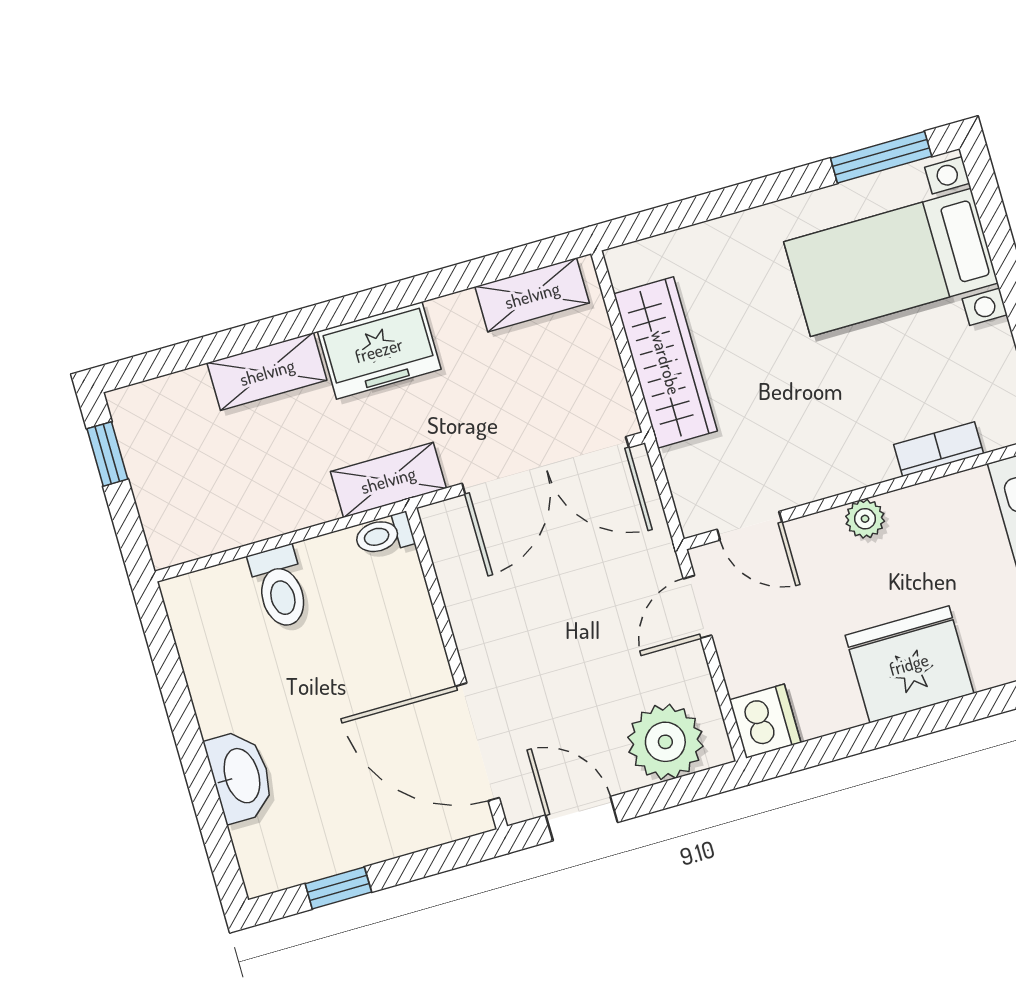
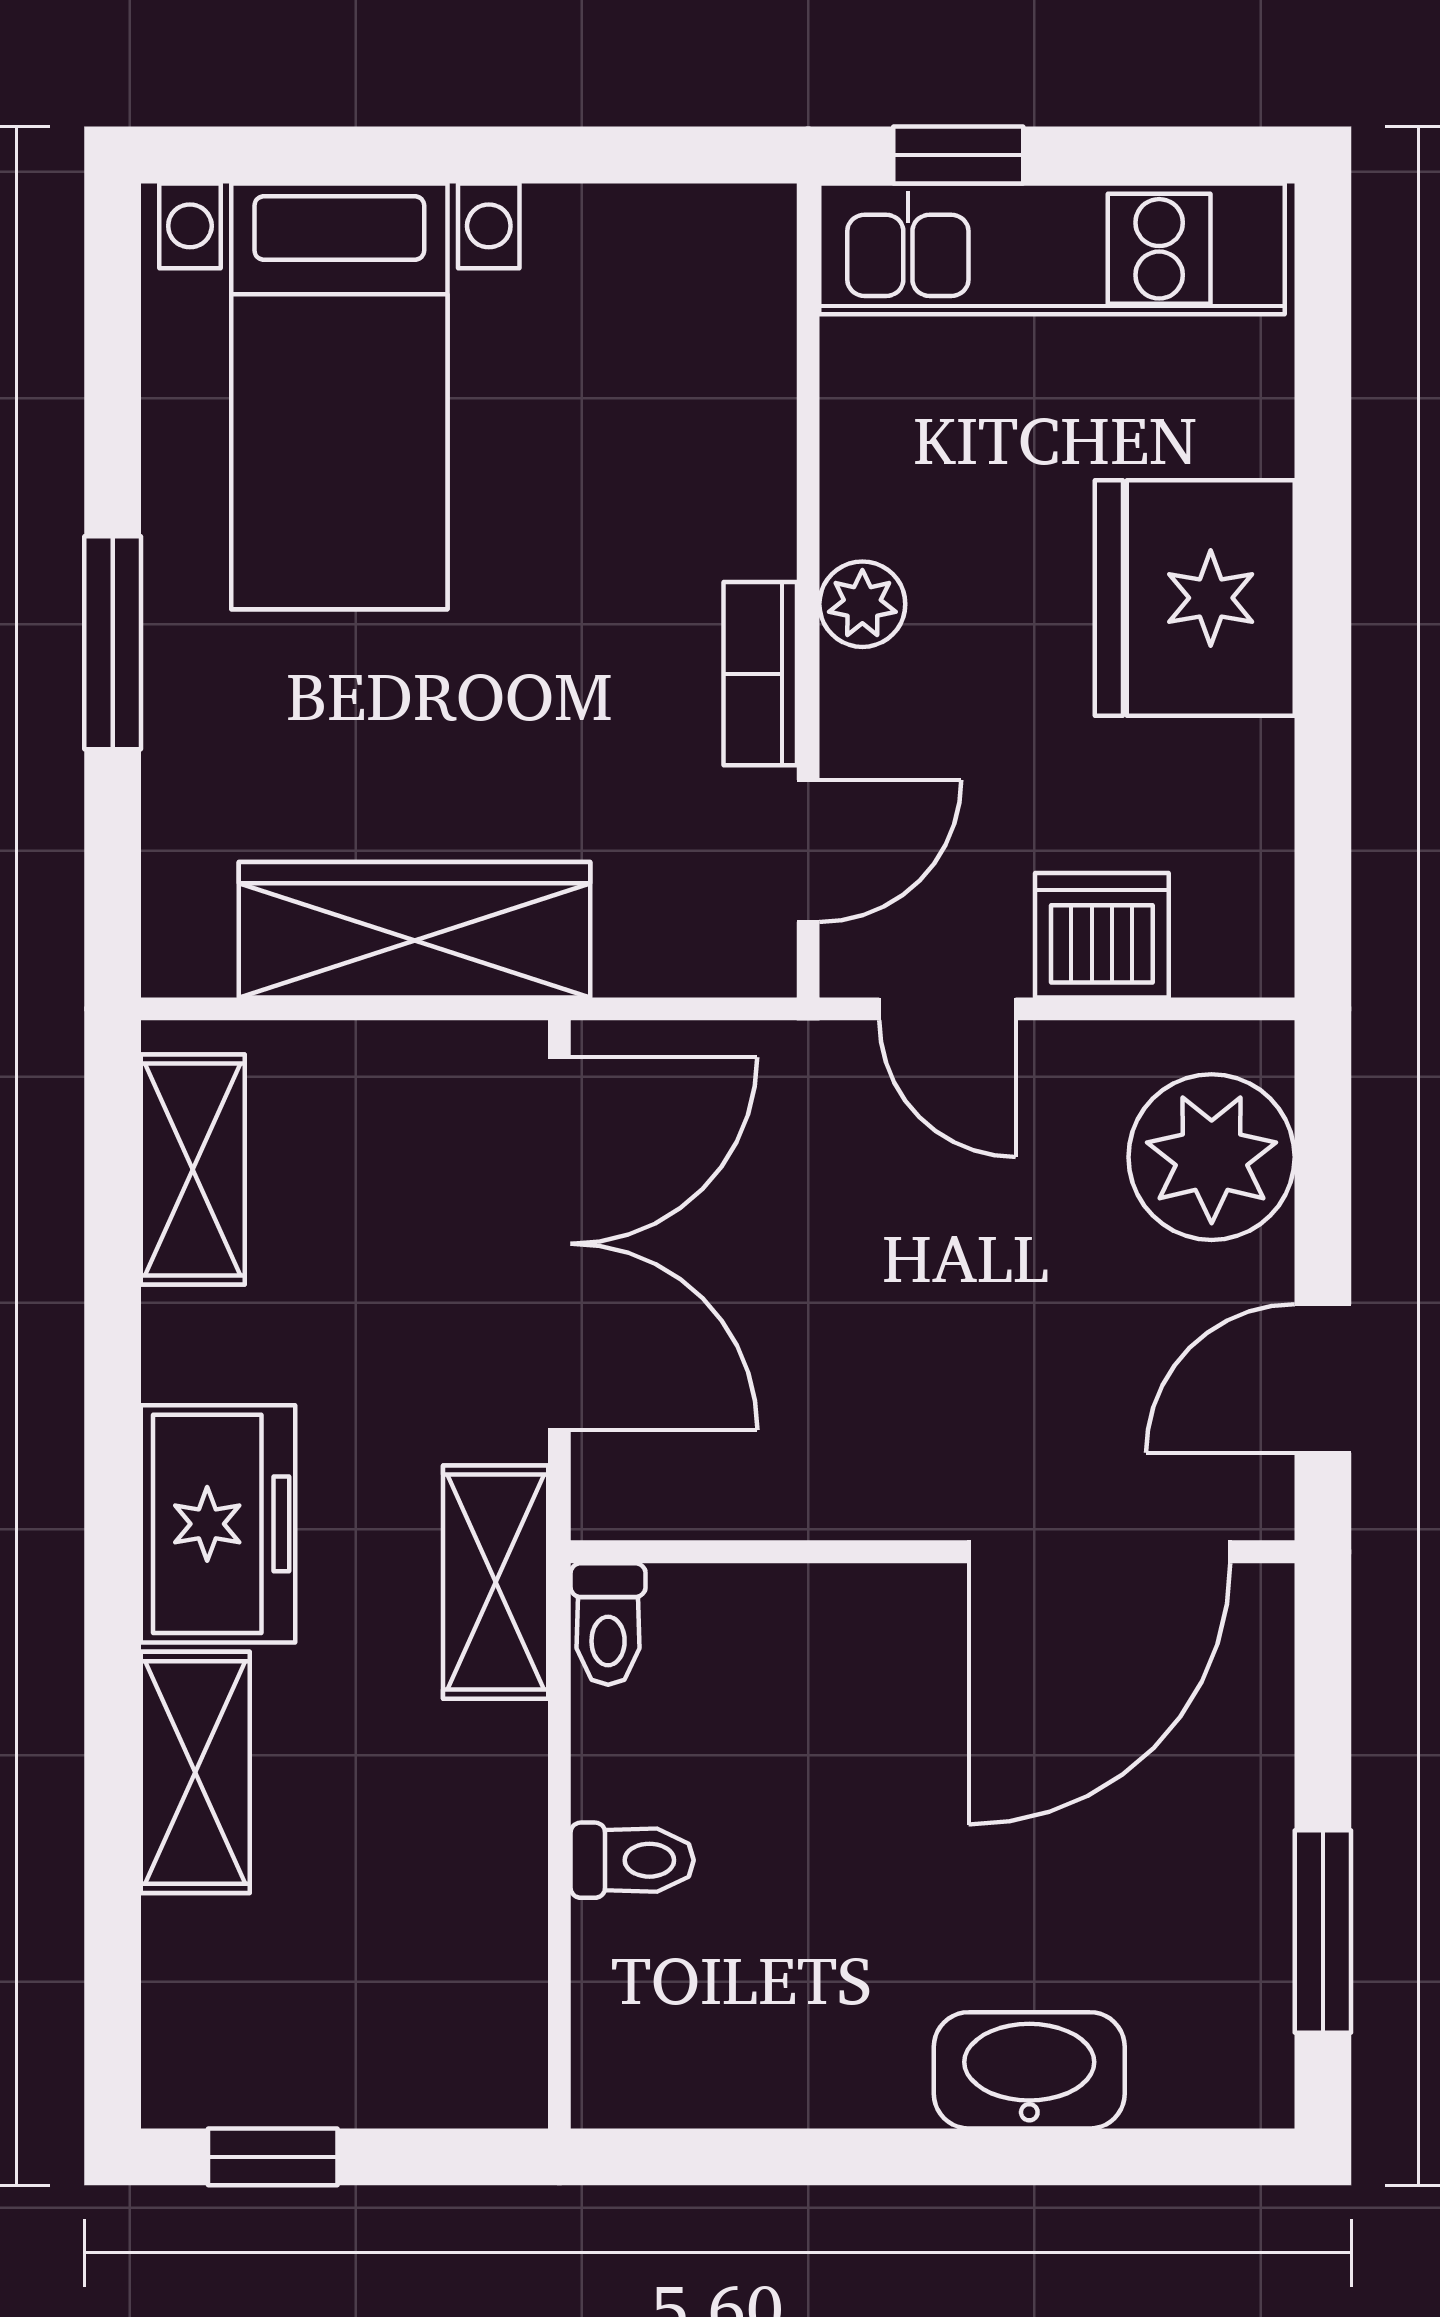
window: (881, 157) -> (113, 643), moved
bookcase: (939, 449) -> (760, 674), moved
toilet: (280, 587) -> (632, 1860), width x0.73, depth x0.72
dishwasher: (765, 721) -> (1102, 935), moved
window: (338, 888) -> (1323, 1931), width x1.50

